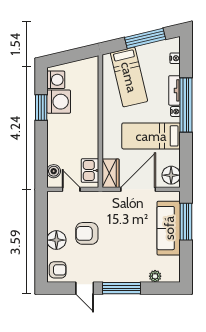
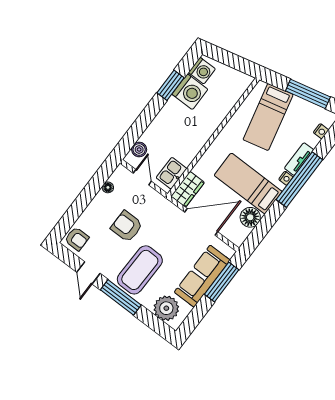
floor lamp: (171, 175) -> (250, 217), moved
floor lamp: (56, 240) -> (108, 187), moved, width x0.53, depth x0.53
coffee table: (120, 258) -> (140, 270), added
plant: (155, 276) -> (166, 308), width x1.88, depth x1.88

